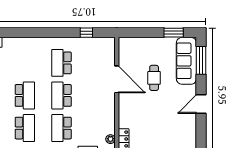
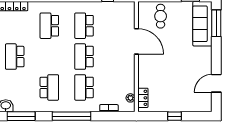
cafe table: (154, 78) -> (161, 16), moved
school desk: (25, 95) -> (49, 26), moved, turned 180
door: (201, 104) -> (216, 83), moved

